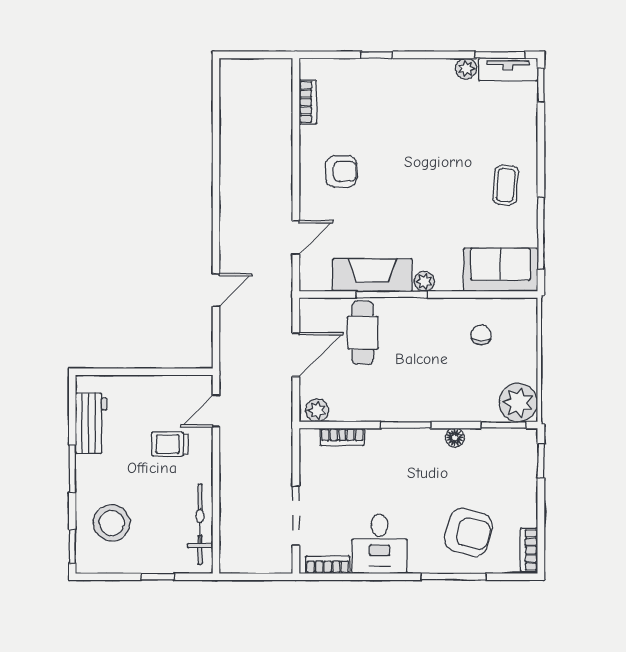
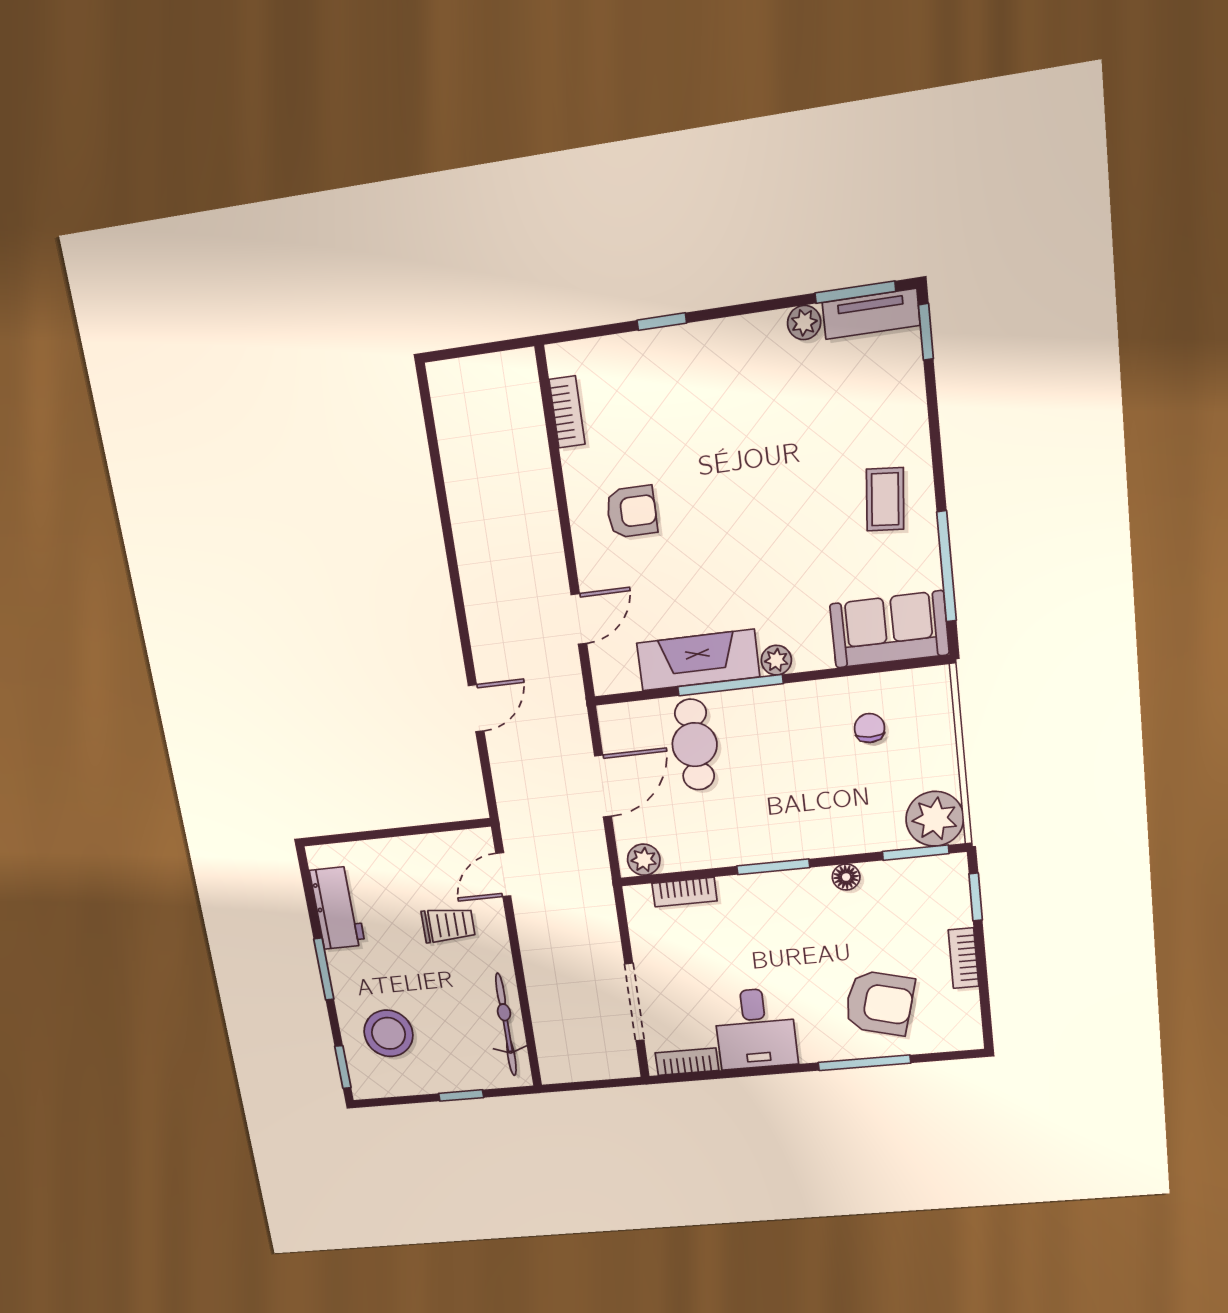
trolley: (170, 444) -> (448, 925), turned 180
bookcase: (529, 550) -> (963, 958), moved

